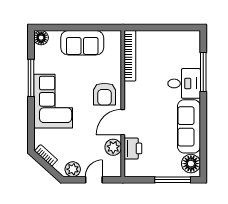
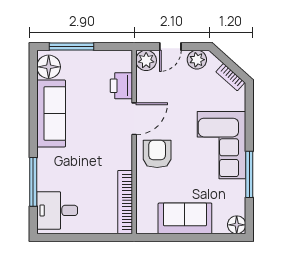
desk: (184, 83) -> (57, 210), moved
plant: (113, 147) -> (146, 60), moved

